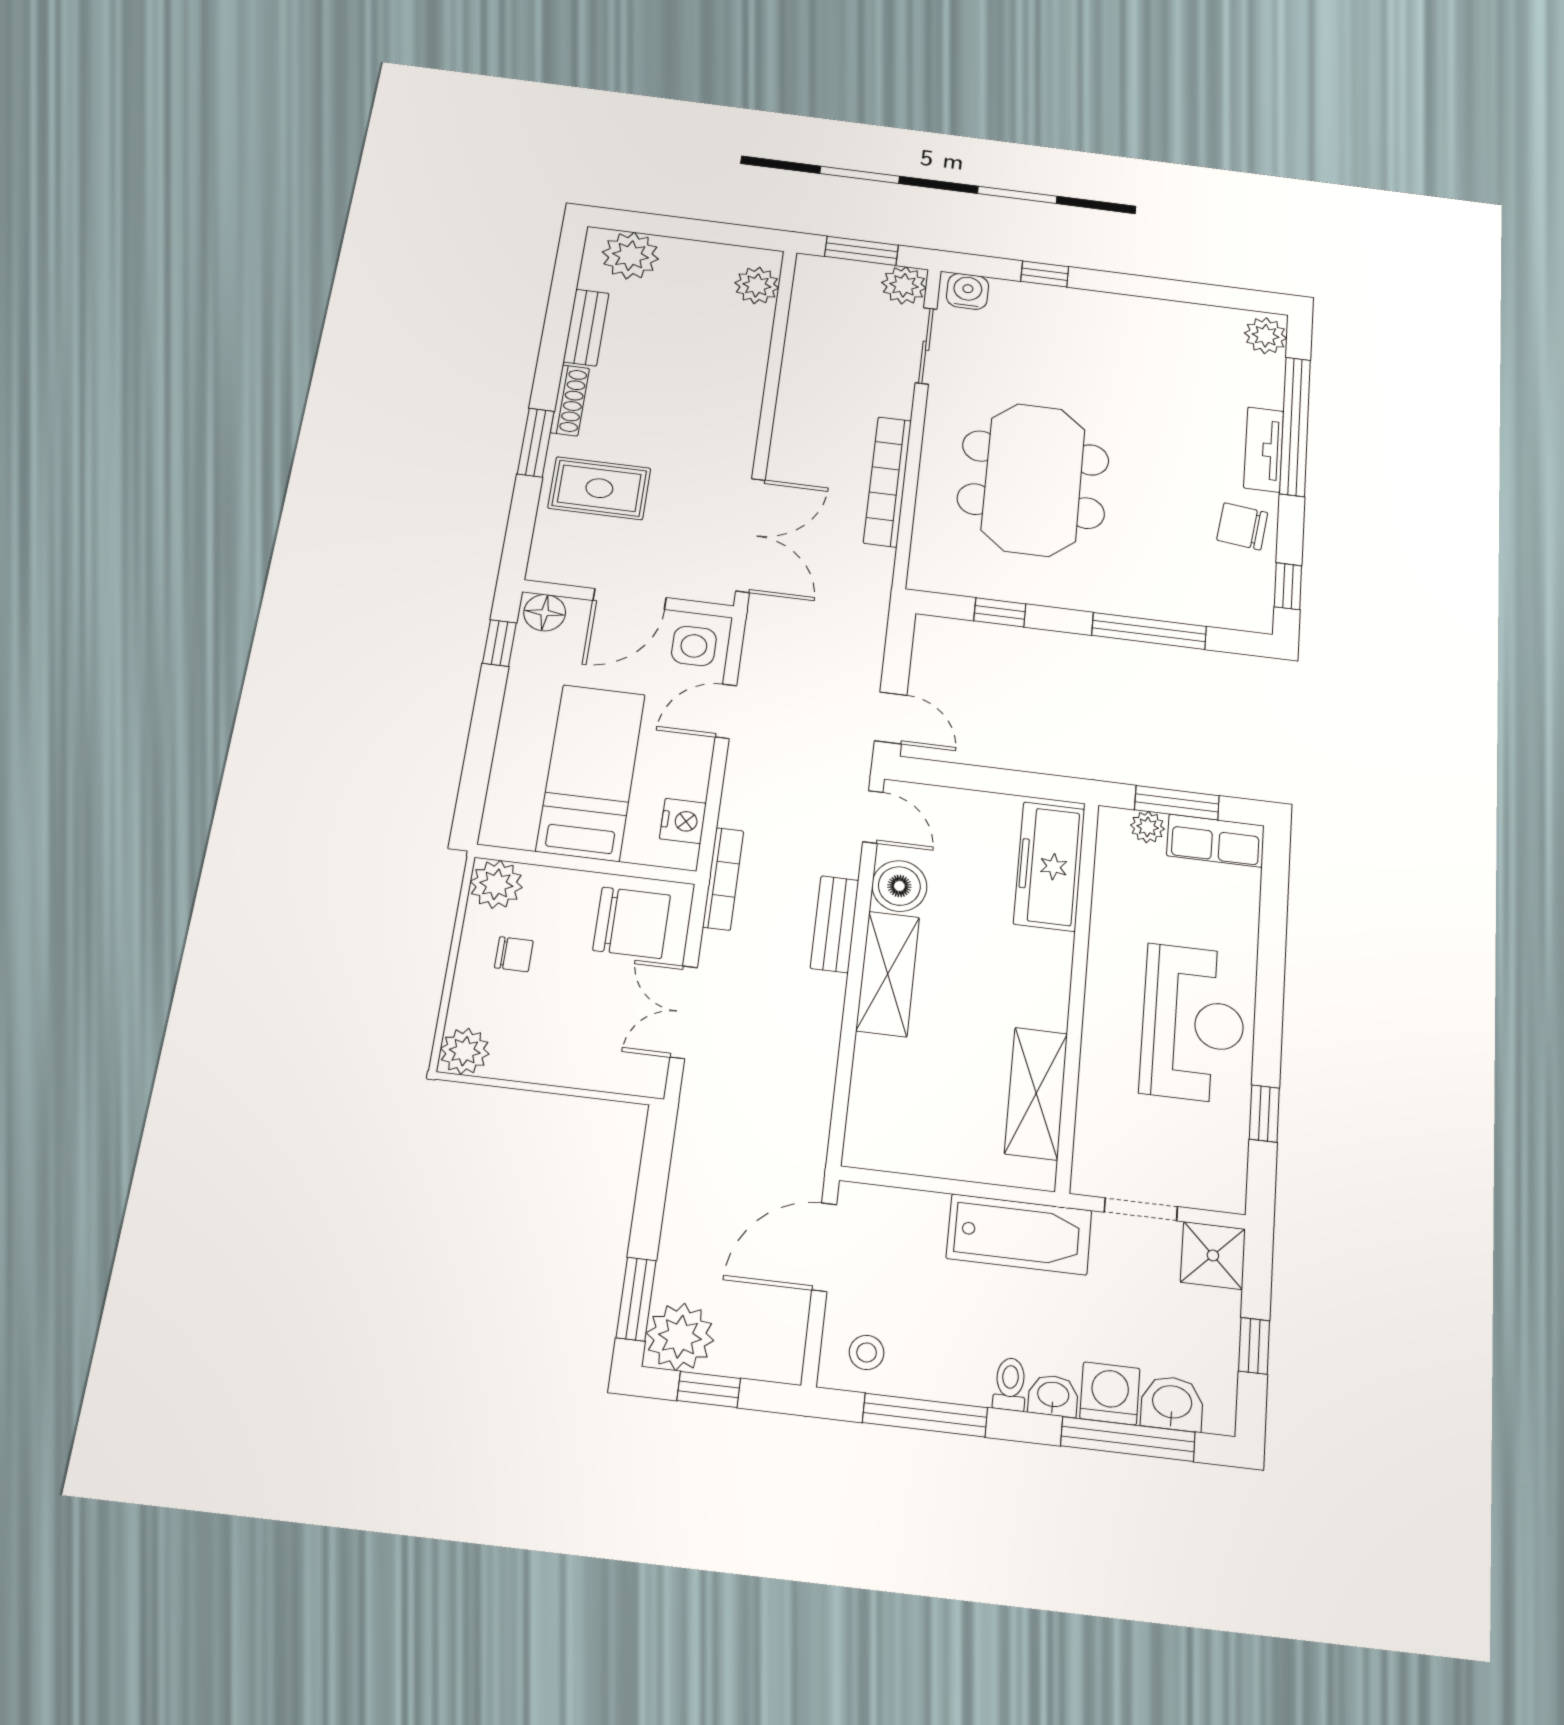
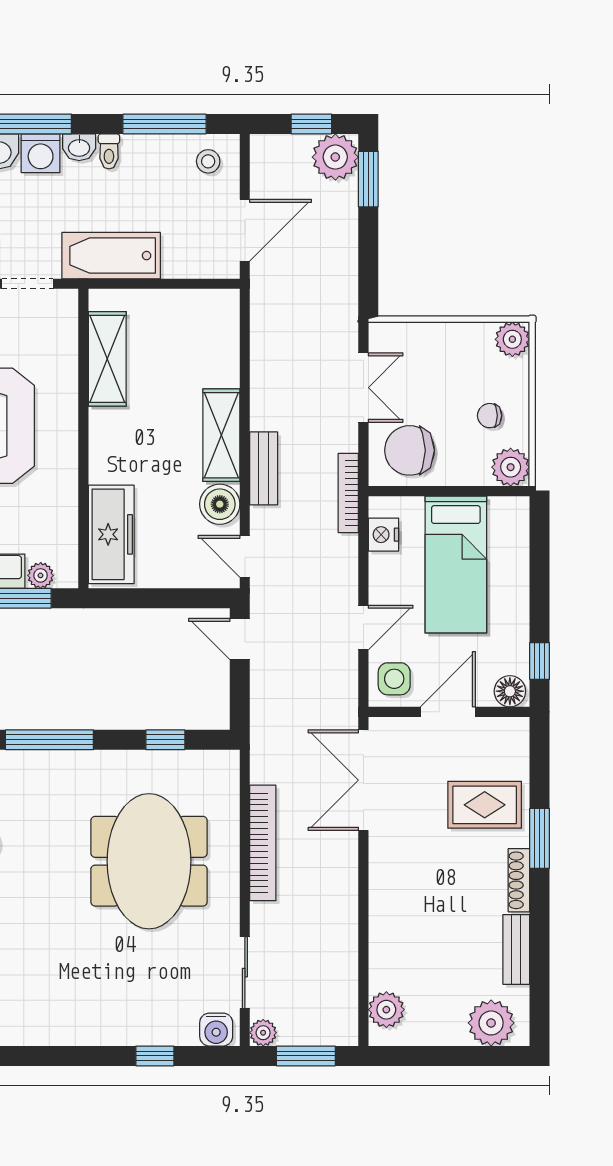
plant: (904, 285) -> (263, 1033), width x0.73, depth x0.73

